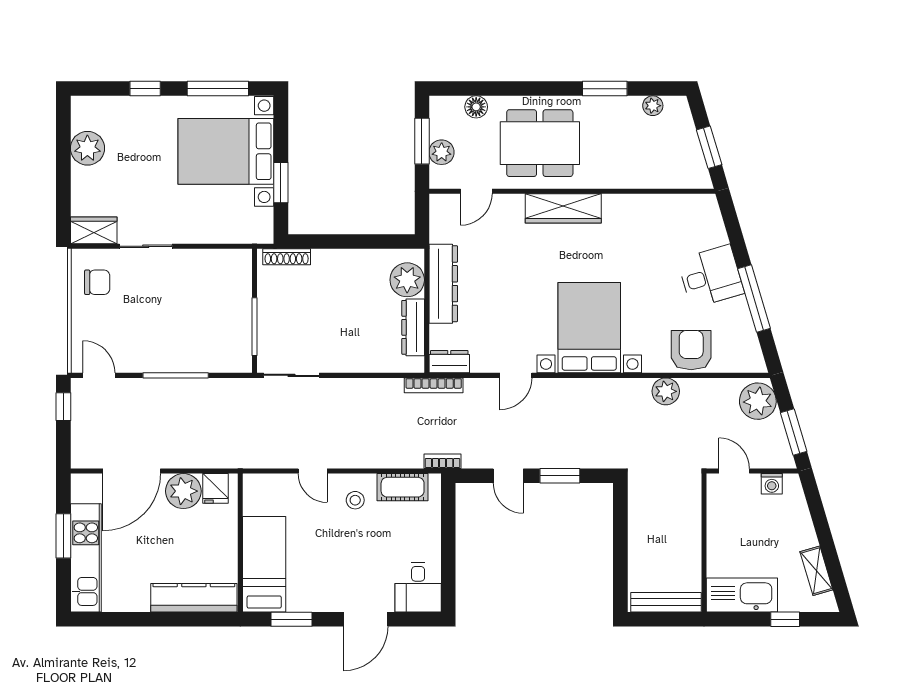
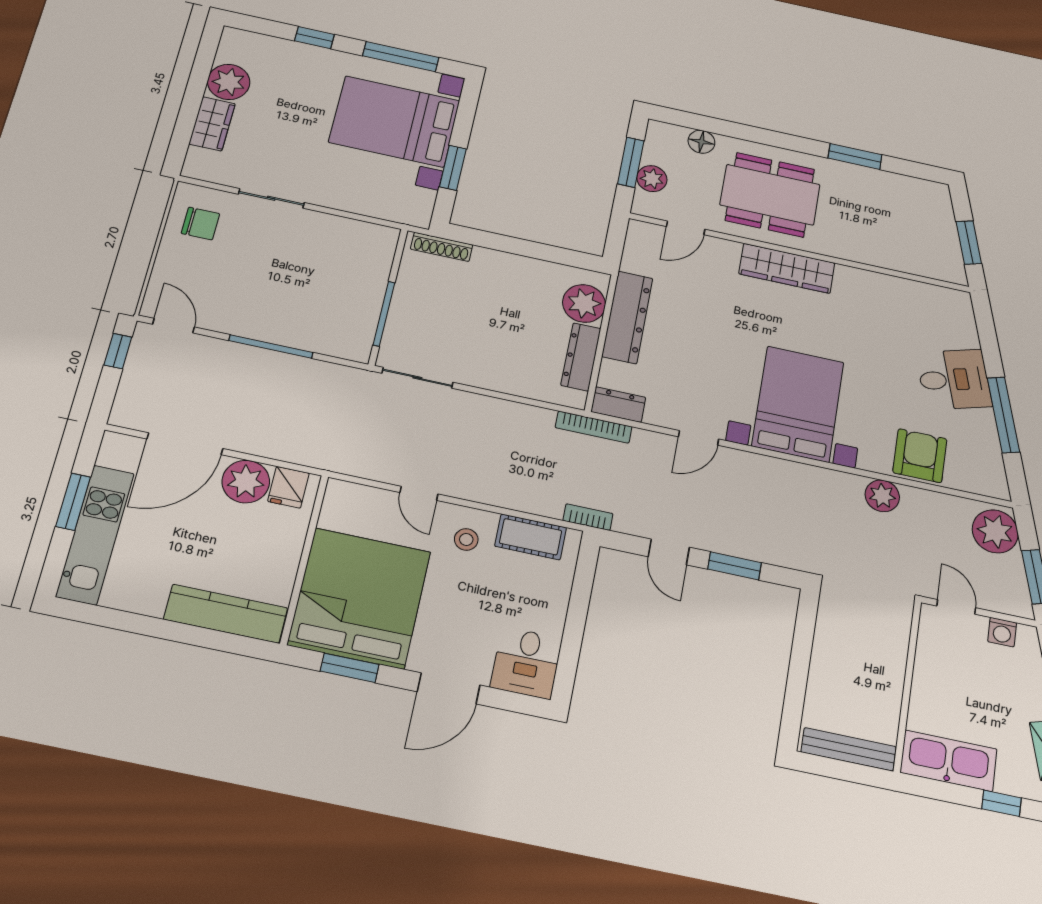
plant: (653, 106) -> (908, 186), removed
wardrobe: (94, 230) -> (212, 124), moved, turned 90
bed: (264, 564) -> (359, 598), width x2.04

